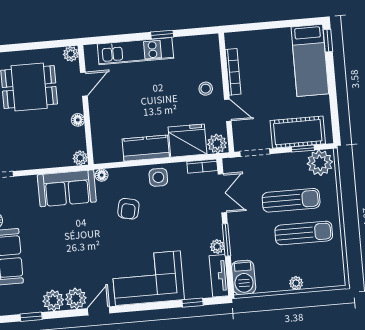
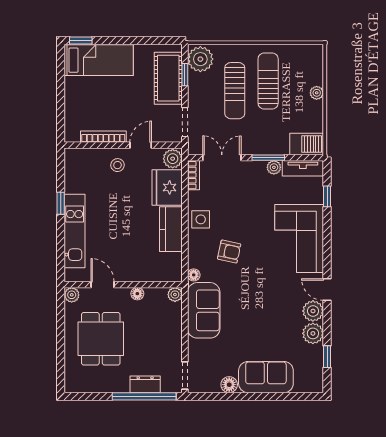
sun lounger: (291, 200) -> (235, 91), turned 180

